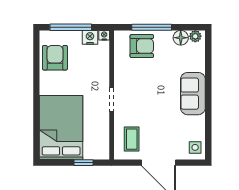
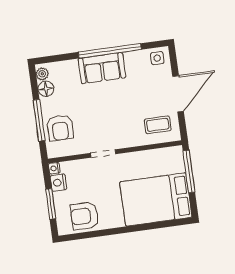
window: (71, 27) -> (51, 204), width x0.69
armchair: (142, 46) -> (60, 128), turned 180
doorway: (112, 100) -> (103, 153), moved
window: (208, 103) -> (110, 51), added
window: (83, 163) -> (189, 171), width x2.17

